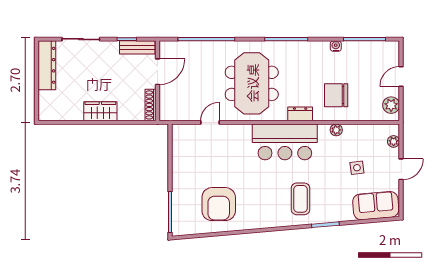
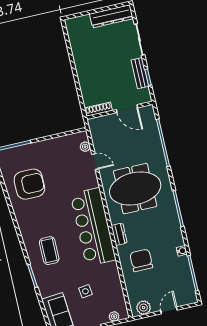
bench: (137, 47) -> (140, 73), moved
door: (401, 76) -> (169, 310), hinge flipped
wardrobe: (100, 111) -> (84, 69), removed
plant: (336, 130) -> (85, 147), moved
bar counter: (285, 142) -> (93, 227), width x1.36
coffee table: (300, 199) -> (49, 251), turned 90
armchair: (219, 204) -> (29, 184), turned 180

